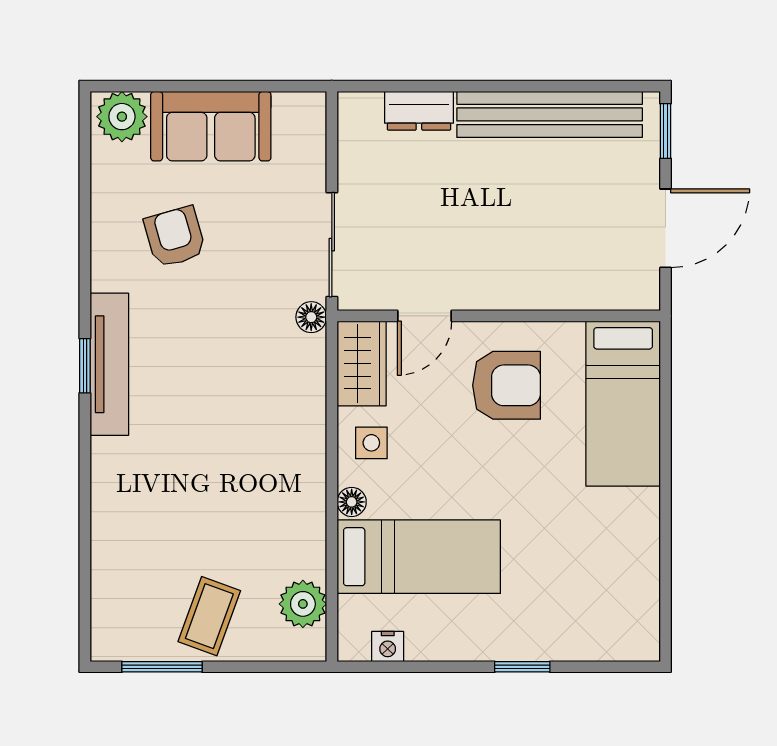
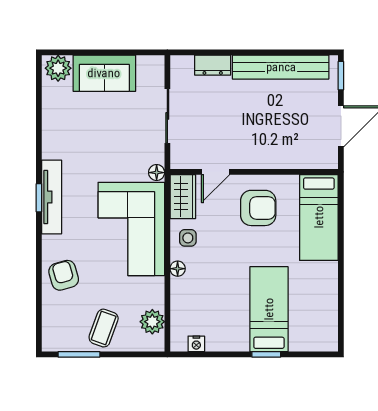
armchair: (175, 237) -> (64, 275), moved
sliding door: (332, 245) -> (167, 116), moved
corner sofa: (263, 426) -> (131, 229), added
bed: (419, 557) -> (269, 309), moved, turned -90

